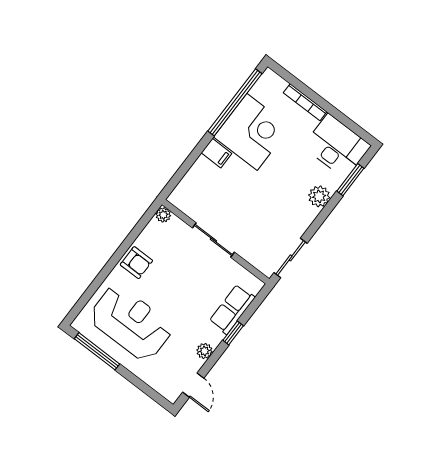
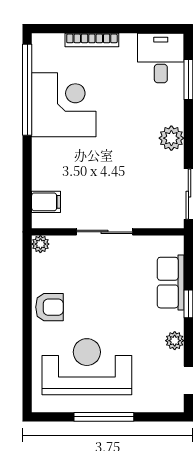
desk: (337, 146) -> (161, 58), width x0.73
filing cabinet: (217, 153) -> (46, 202), moved
plant: (319, 196) -> (171, 138), moved
window: (97, 351) -> (104, 417), moved

